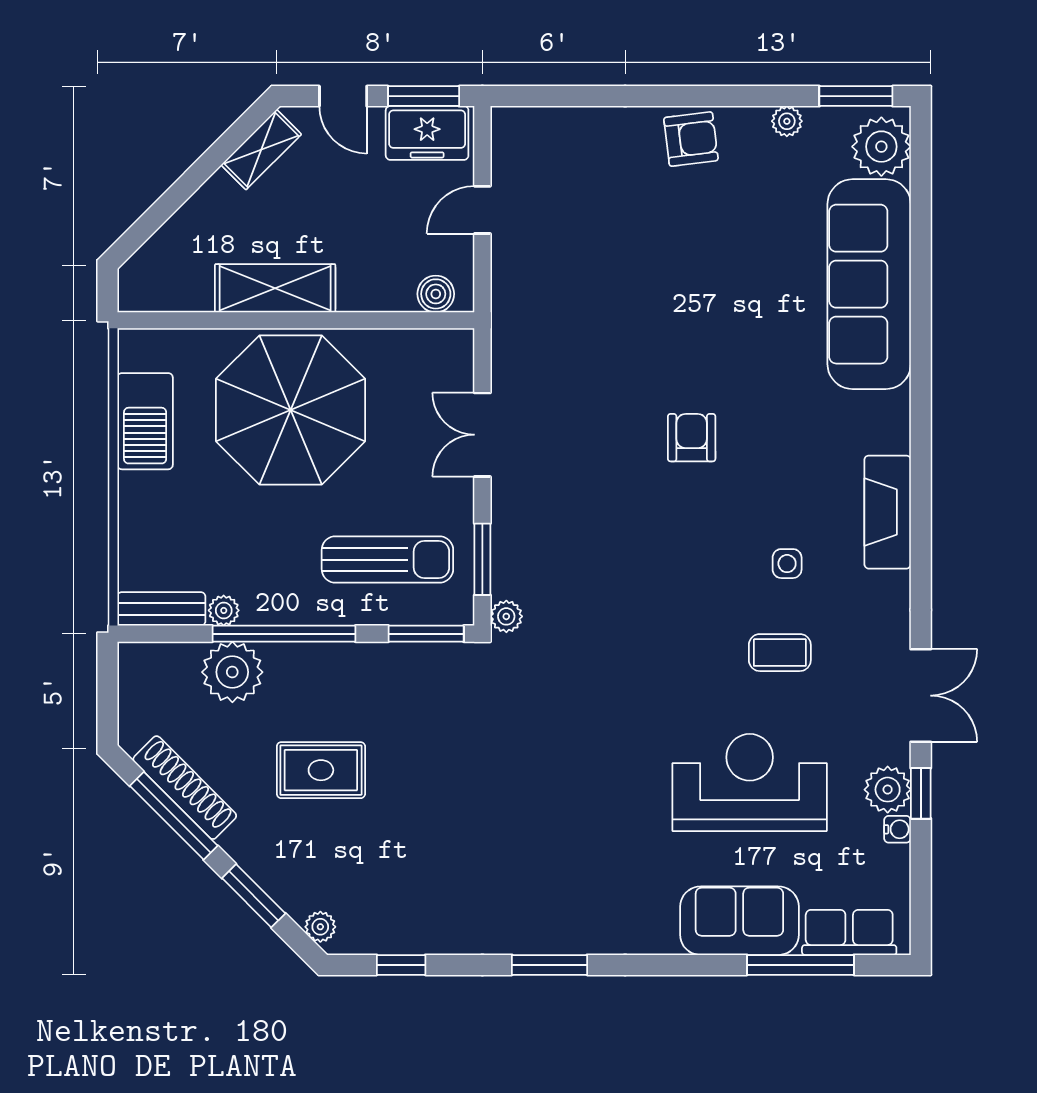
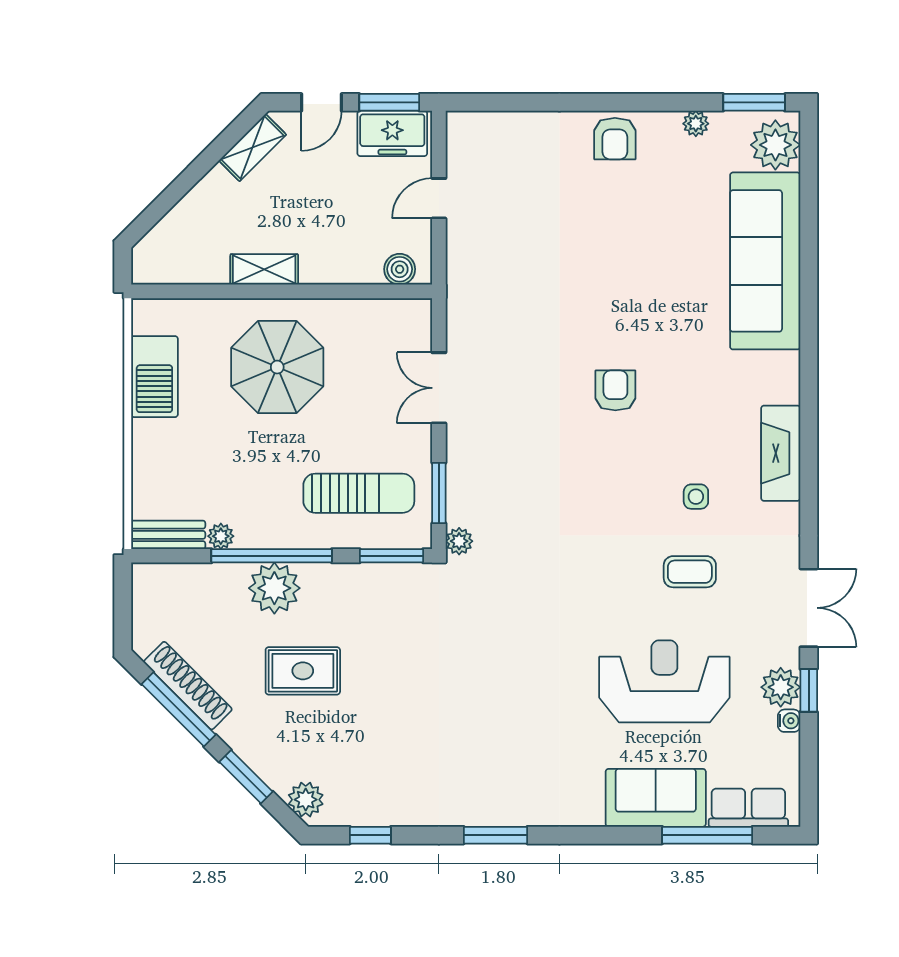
door: (343, 96) -> (321, 102), hinge flipped
armchair: (691, 139) -> (615, 139), turned 97
shelving: (275, 288) -> (264, 269), width x0.67, depth x0.75
parasol: (291, 410) -> (277, 367), width x0.73, depth x0.73
plant: (232, 672) -> (274, 588), moved
plant: (320, 927) -> (306, 800), width x1.38, depth x1.38

